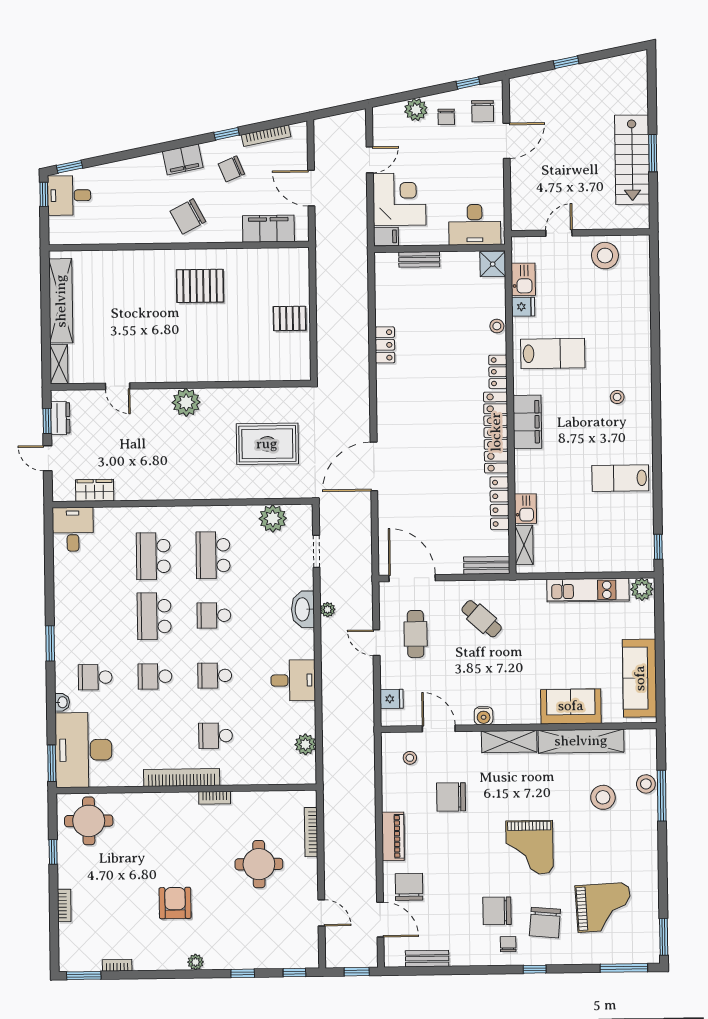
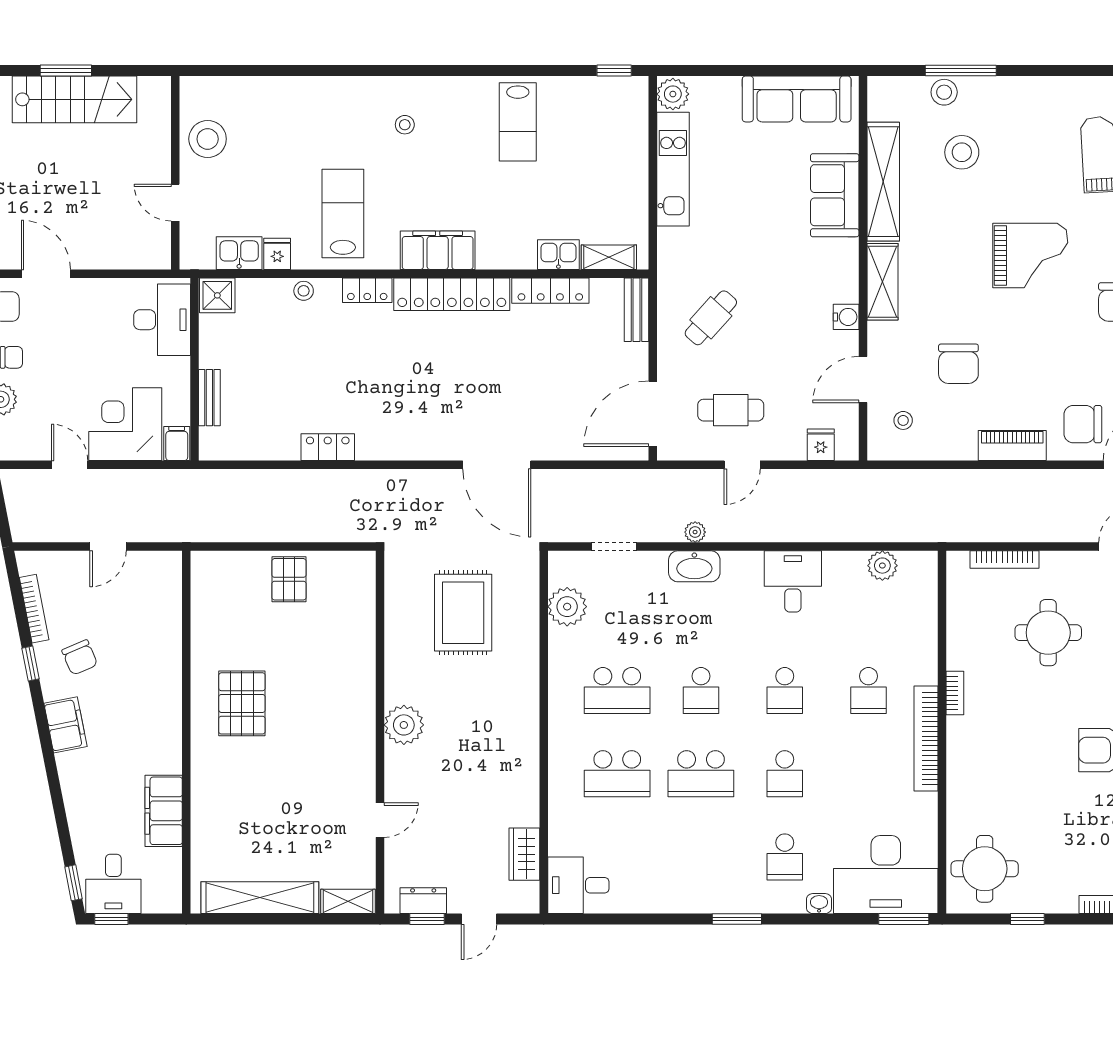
door: (311, 188) -> (108, 547), width x0.73
chair: (188, 216) -> (145, 719), removed
filing cabinet: (268, 229) -> (164, 811), moved

